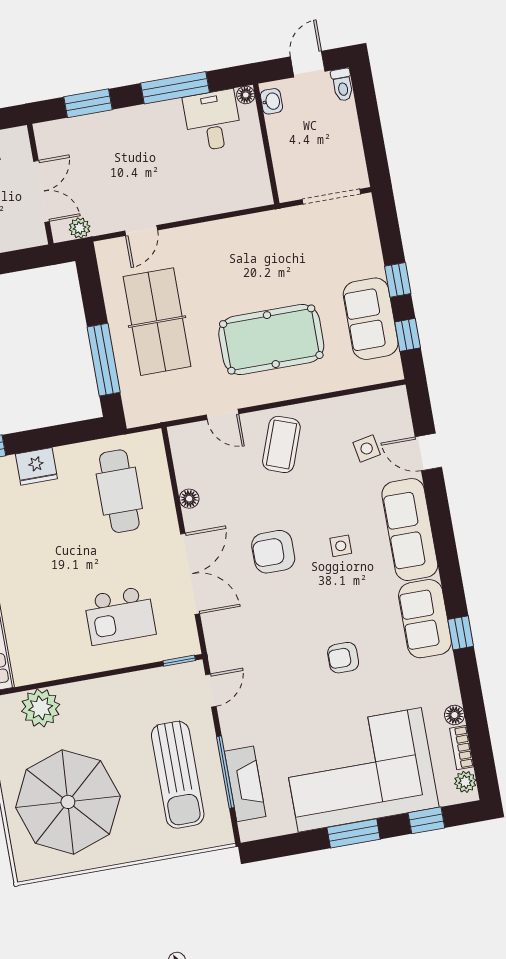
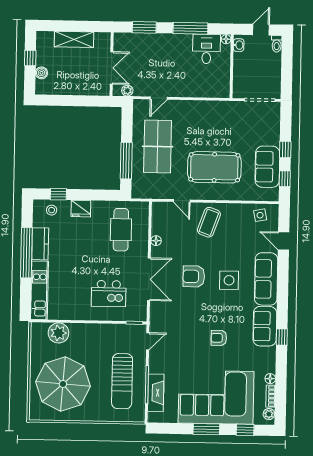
side table: (367, 449) -> (260, 215), moved
side table: (341, 546) -> (229, 280), width x1.87, depth x1.87

